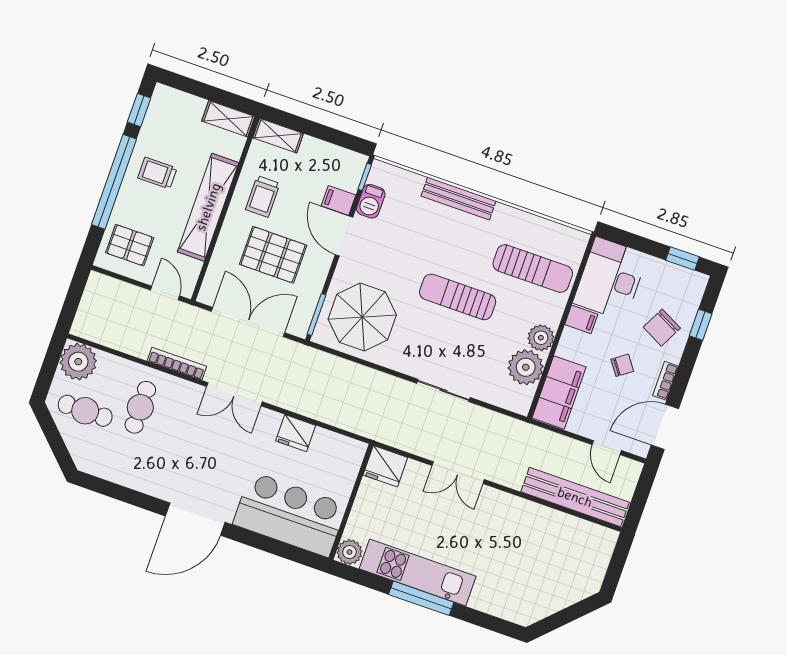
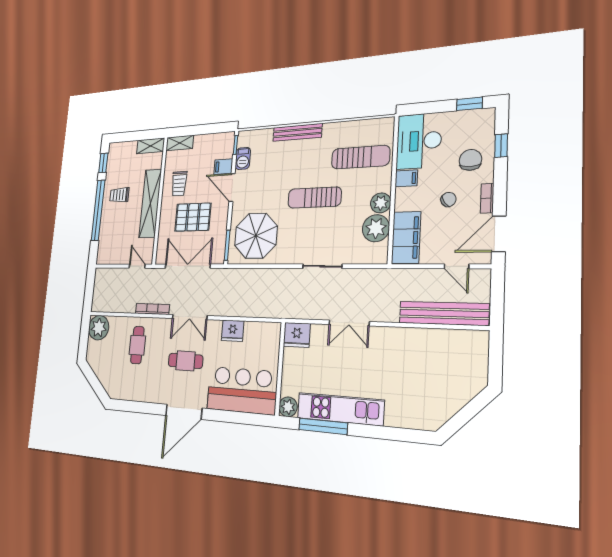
pallet: (130, 245) -> (113, 244), removed
chair: (662, 328) -> (470, 160), turned 153
cafe table: (85, 411) -> (186, 361), moved
window: (421, 598) -> (323, 426), moved

